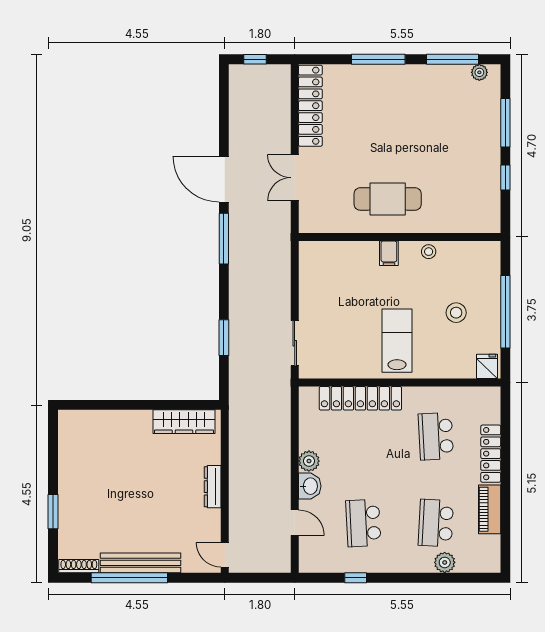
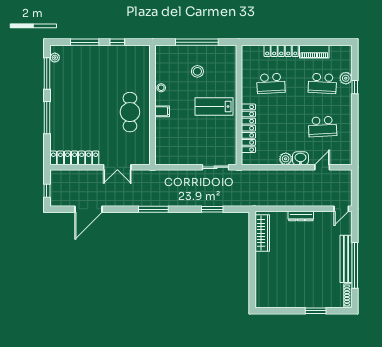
door: (224, 179) -> (88, 209), moved
fridge: (487, 366) -> (229, 53), removed
window: (356, 578) -> (355, 87), moved

